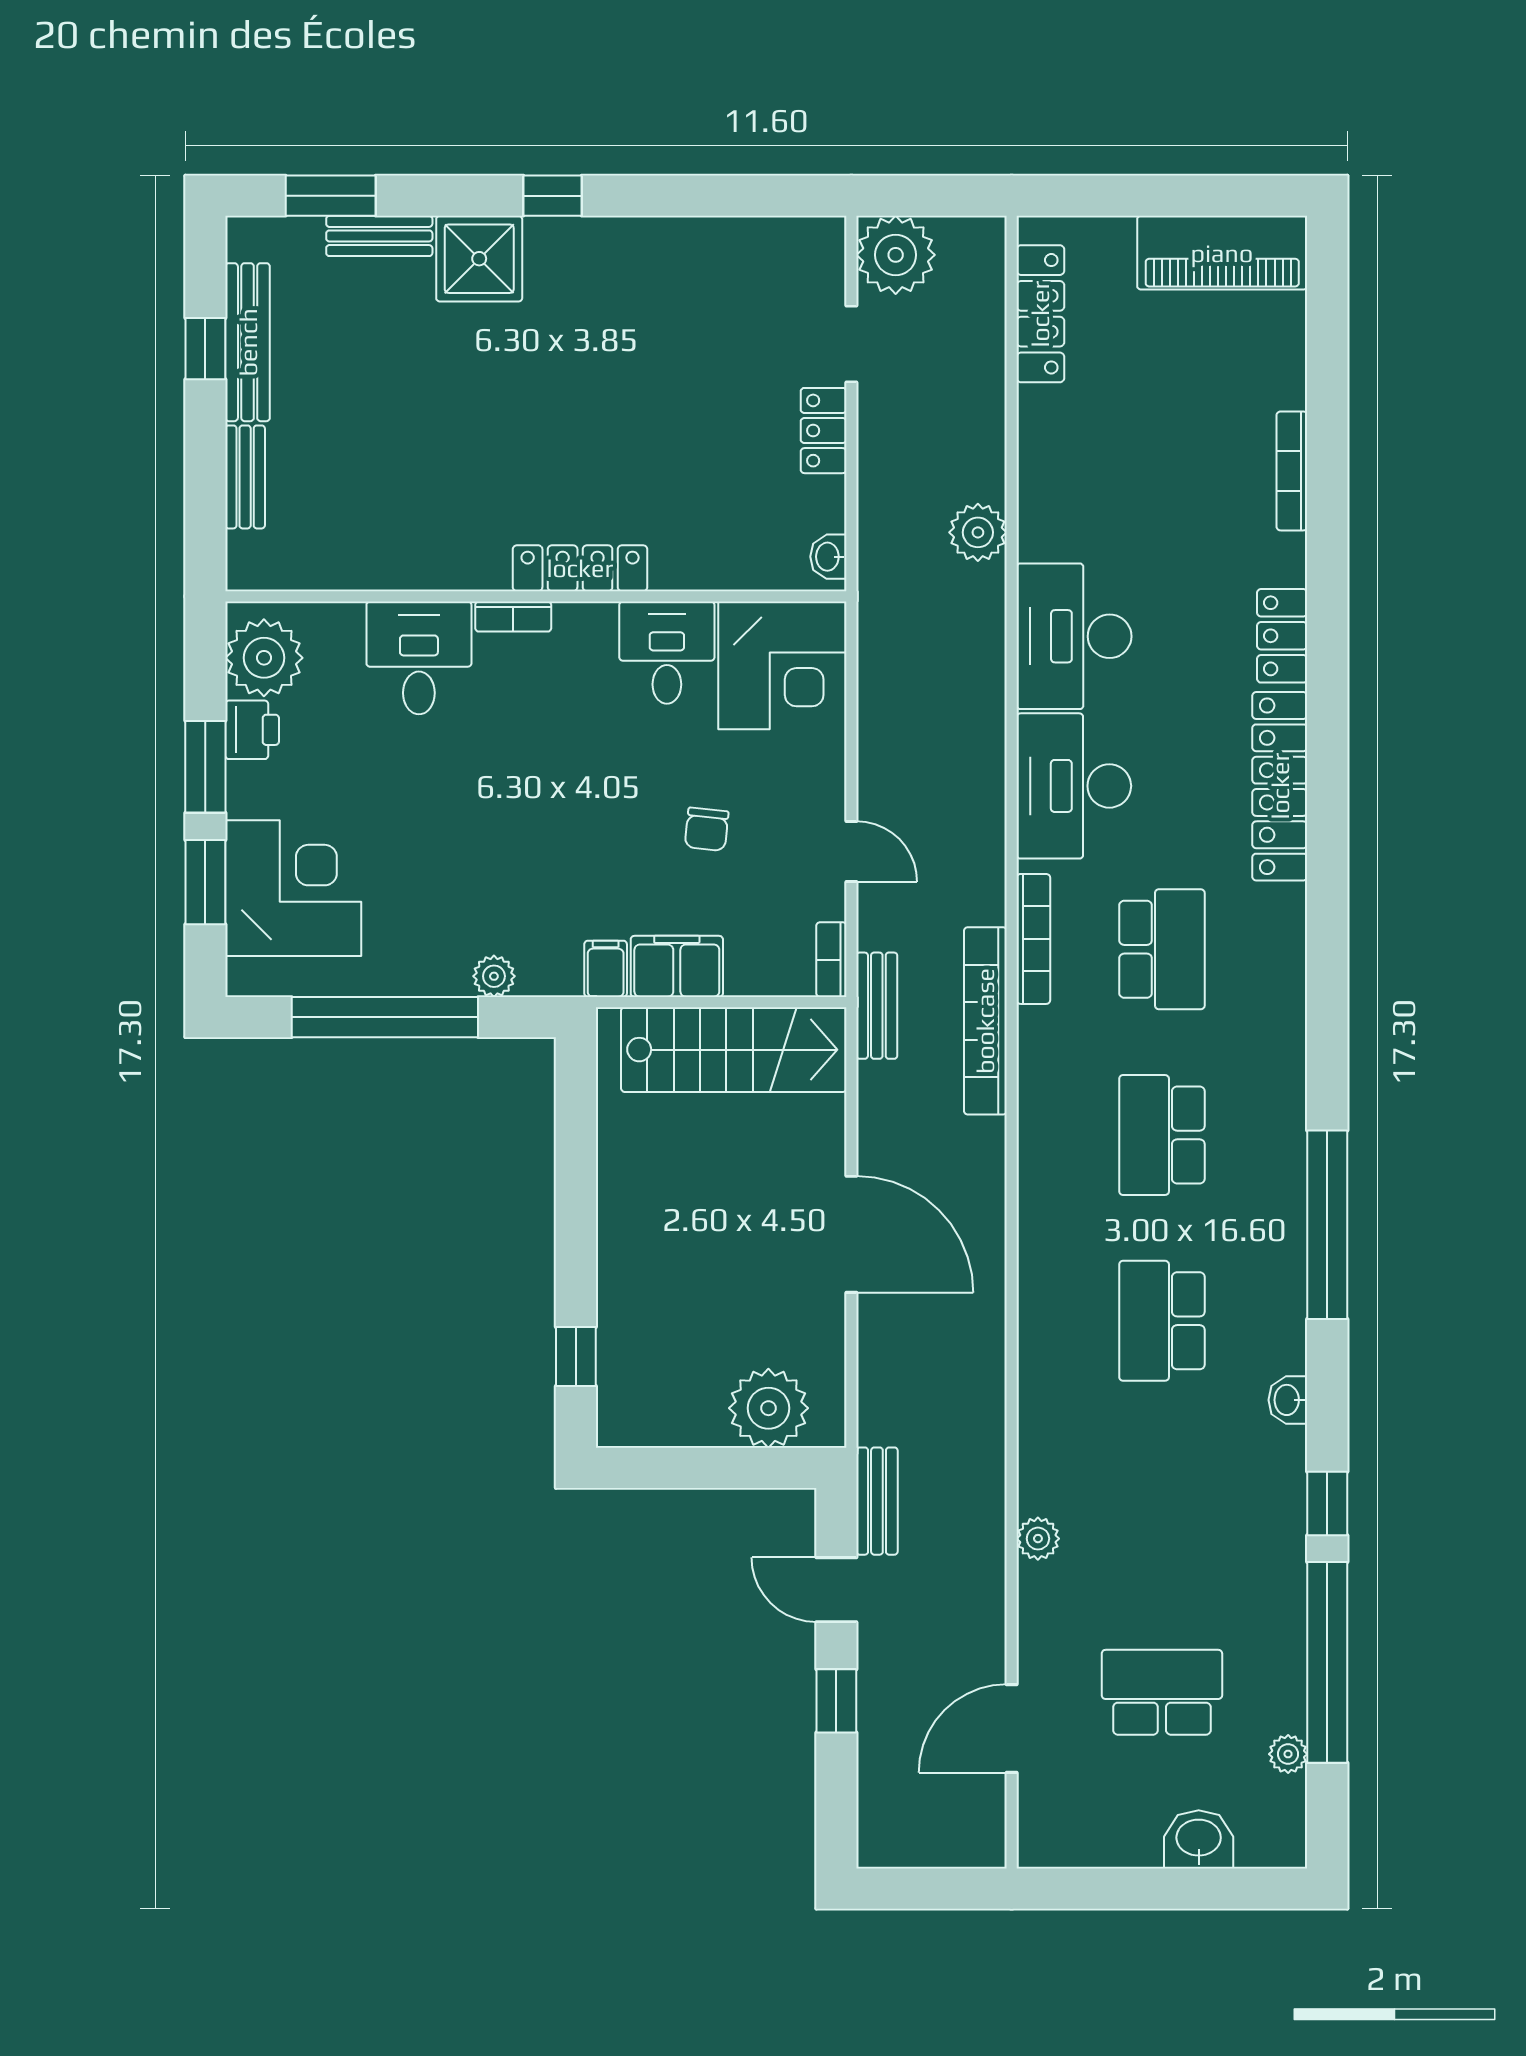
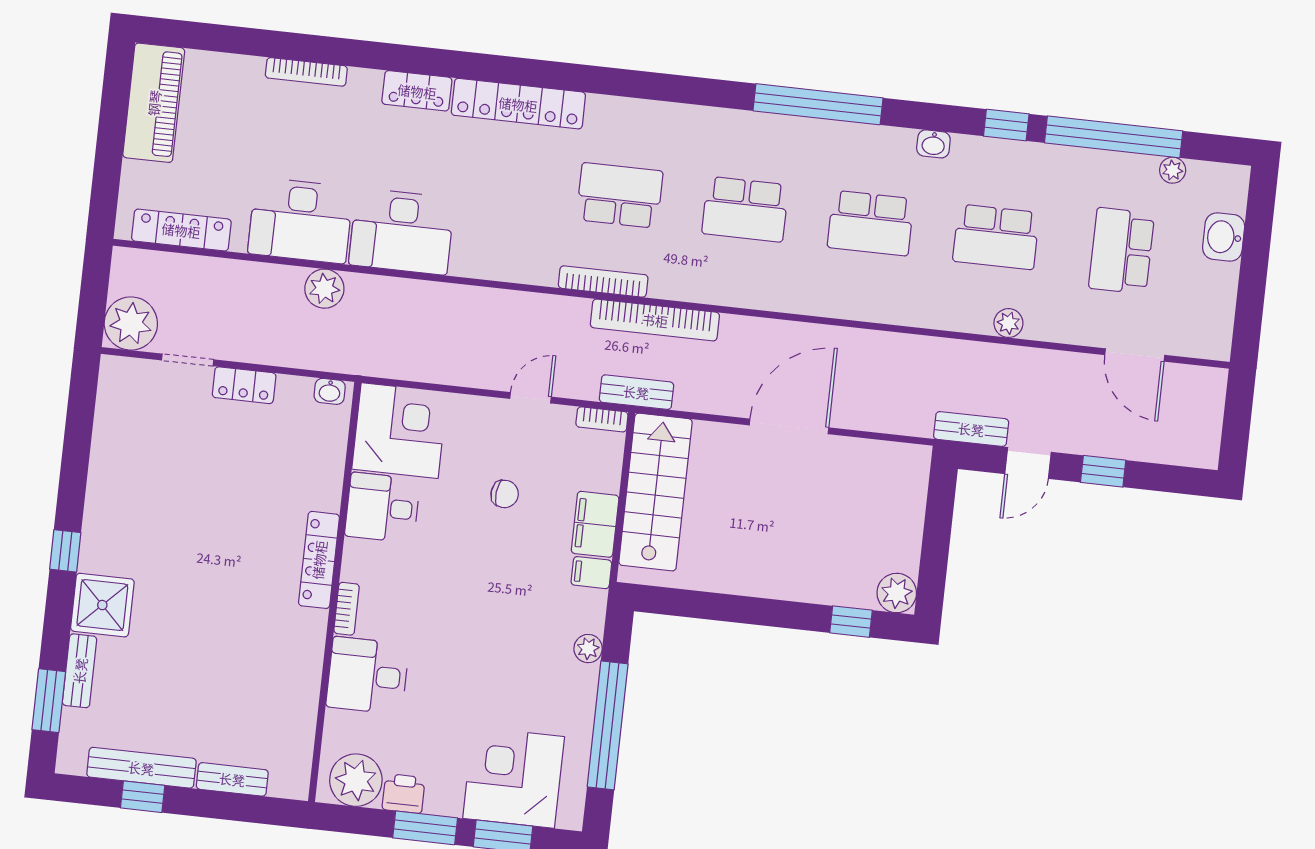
desk: (1074, 786) -> (301, 220), moved
plant: (768, 1408) -> (897, 593), moved, width x0.73, depth x0.73
school desk: (1162, 1507) -> (996, 237), added

